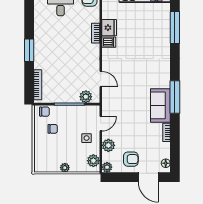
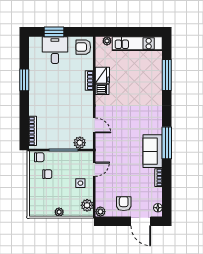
window: (29, 50) -> (24, 80), moved
plant: (108, 145) -> (102, 190), removed
armchair: (131, 159) -> (124, 204), turned -90

